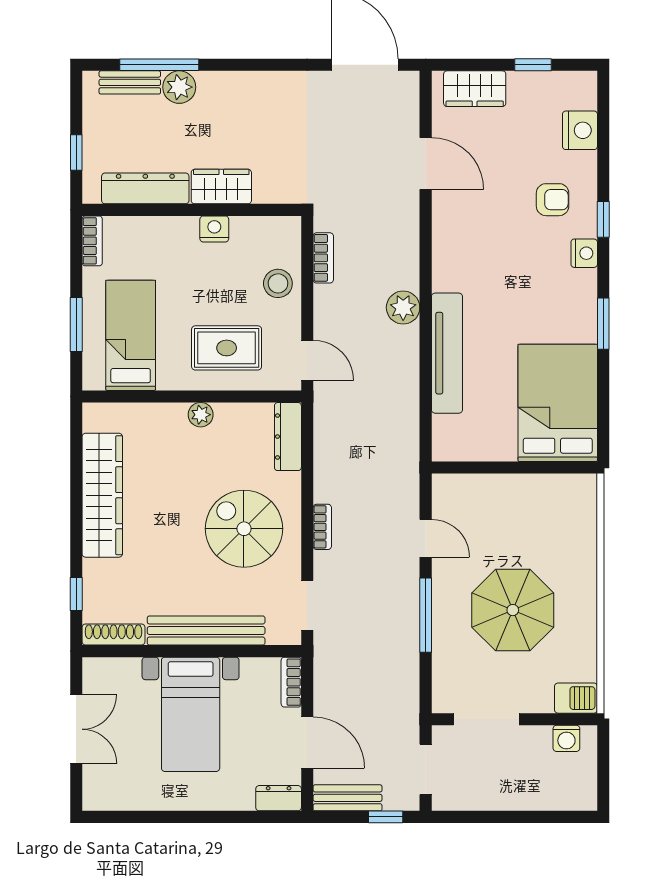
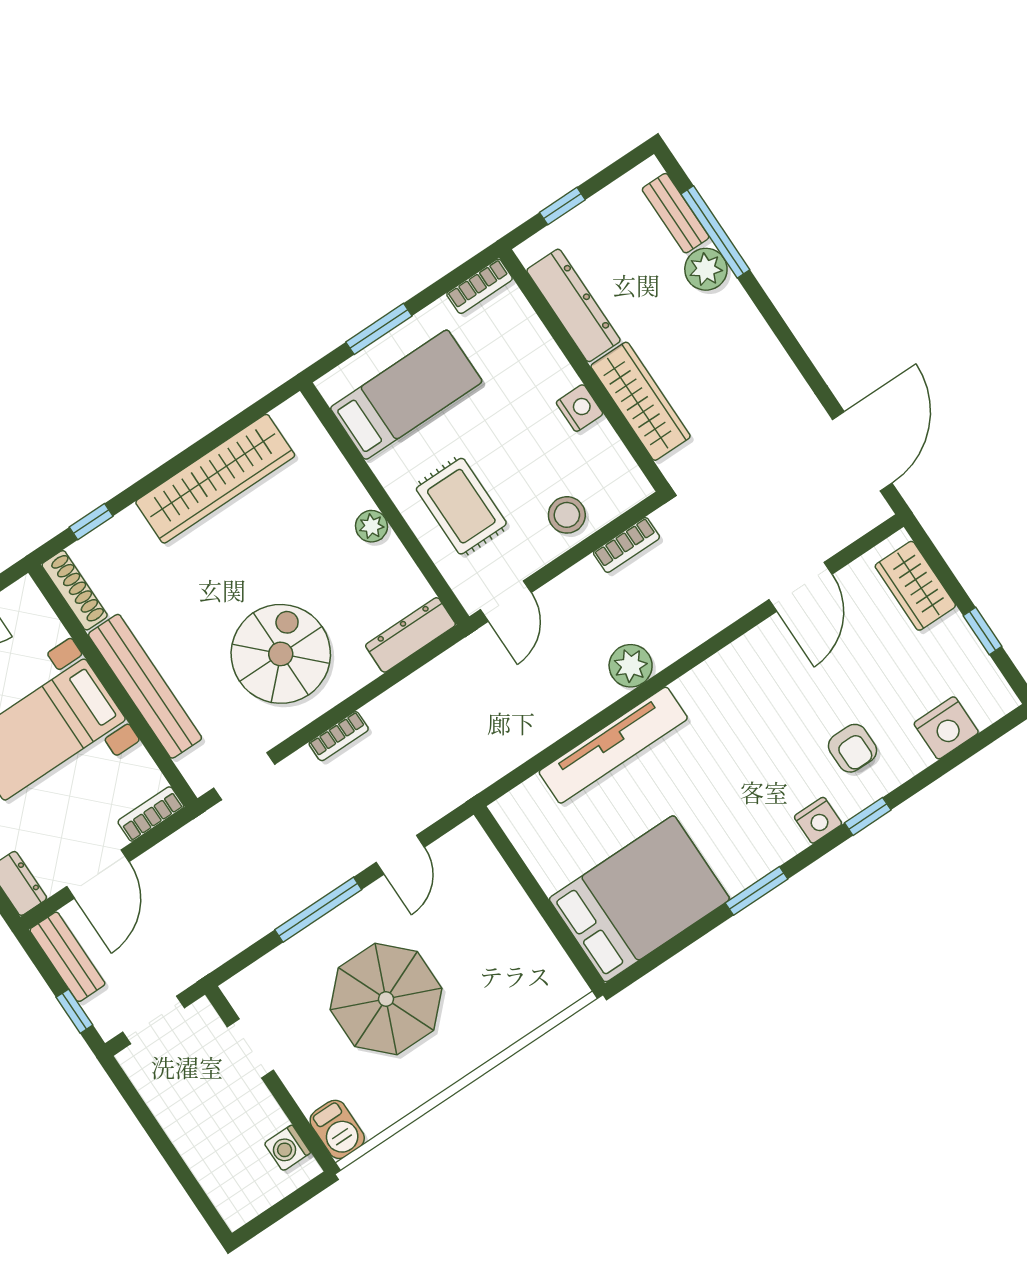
wardrobe: (221, 187) -> (641, 401), width x1.50
doorway: (486, 719) -> (250, 1049), width x0.73

